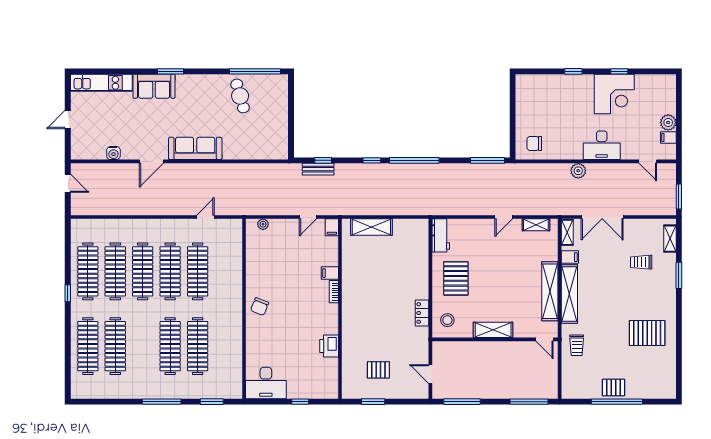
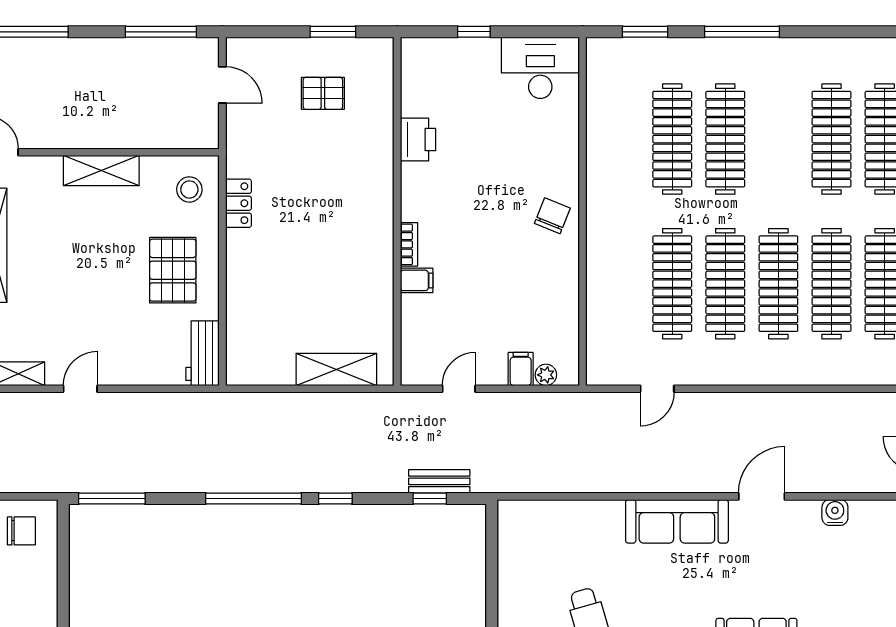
filing cabinet: (332, 227) -> (521, 369), moved

